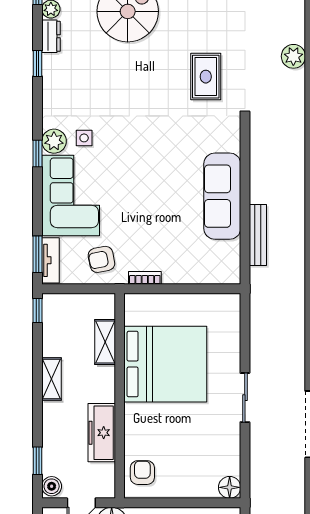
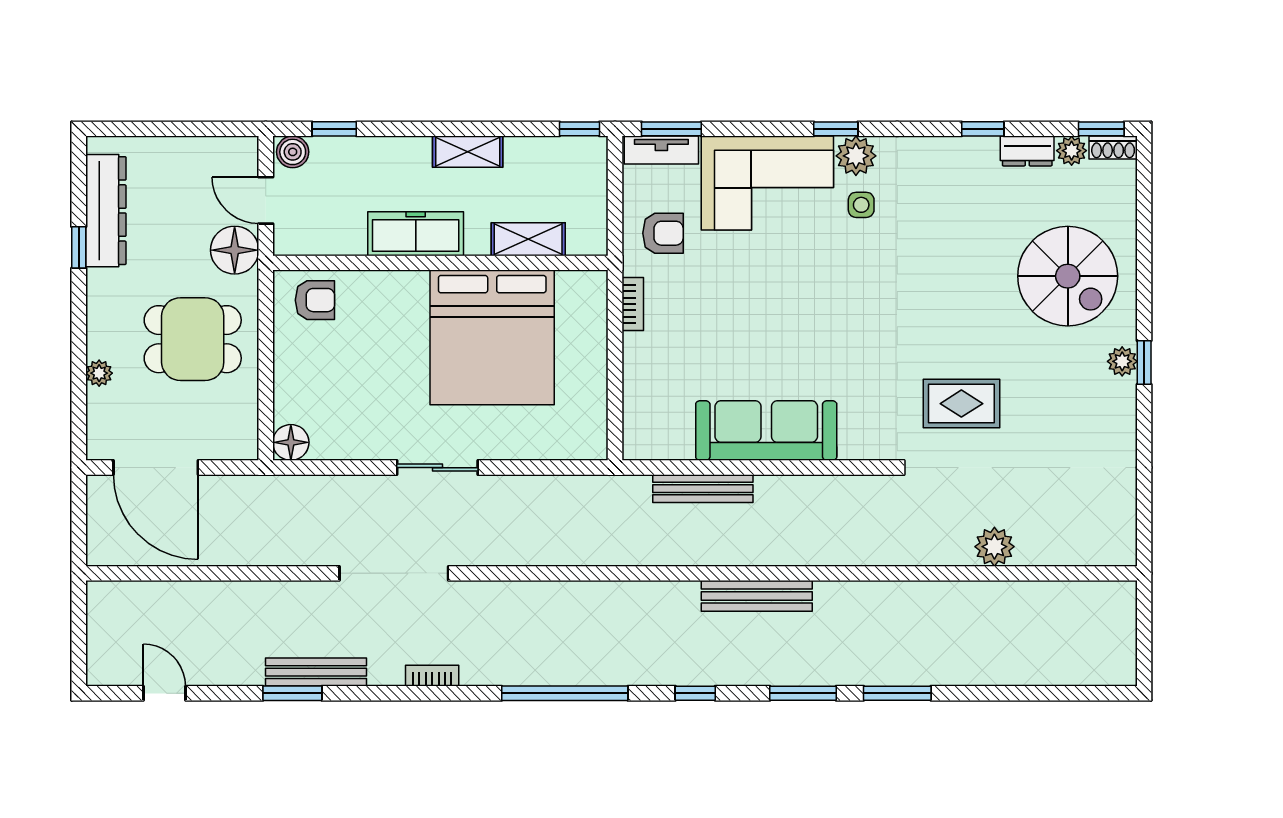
armchair: (101, 259) -> (663, 233), turned 101
freezer: (102, 433) -> (416, 234), moved

